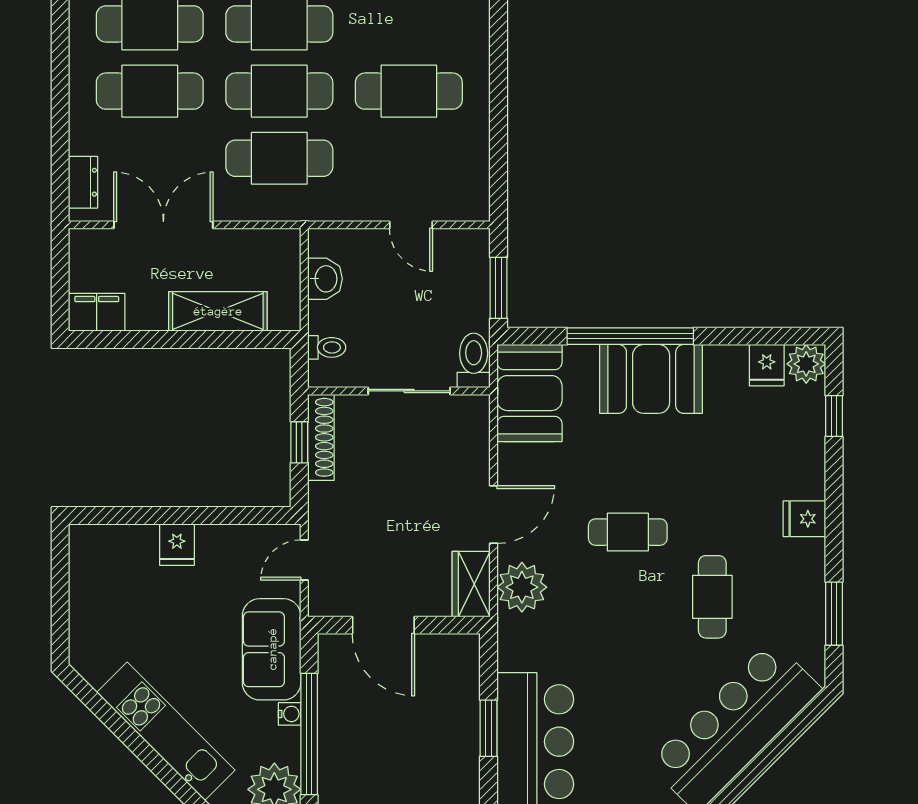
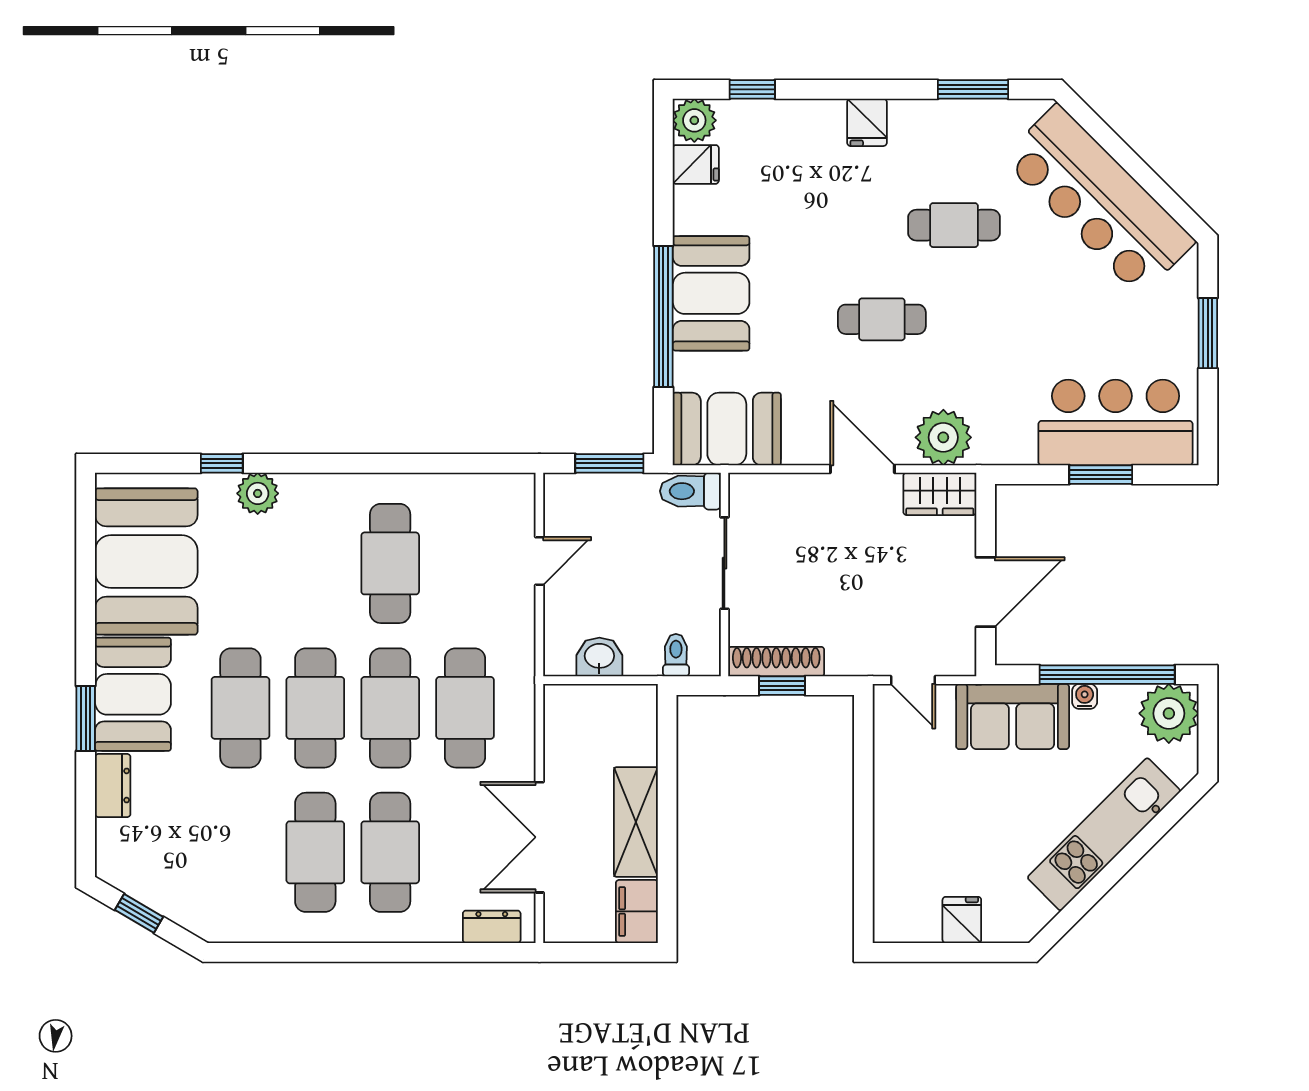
shelving: (218, 311) -> (636, 822), moved
cafe table: (628, 532) -> (882, 319), turned 90
fridge: (177, 545) -> (962, 920), moved, turned -90

